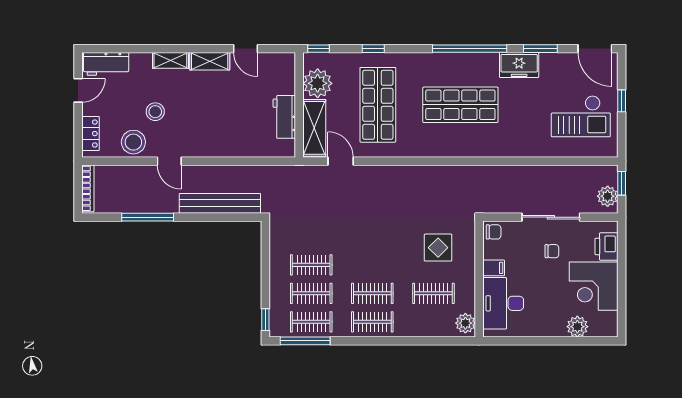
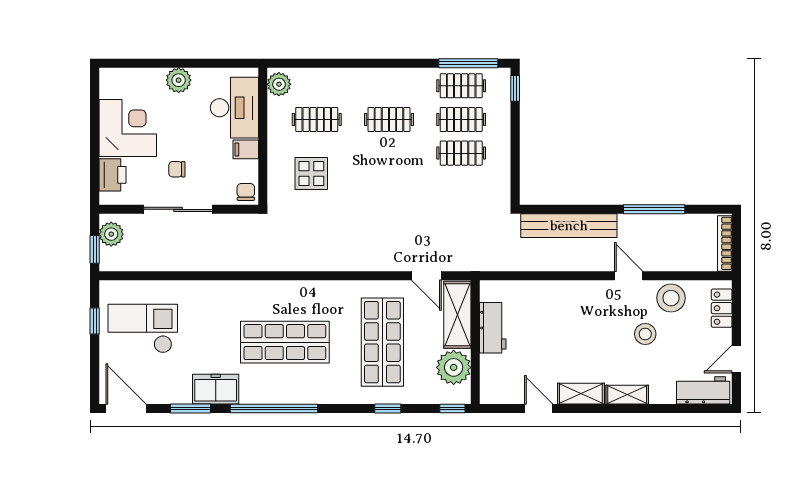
window: (622, 101) -> (95, 321), moved
chair: (494, 232) -> (246, 192), turned 90
clothes rail: (372, 322) -> (389, 86), removed
plant: (577, 327) -> (179, 80), moved

